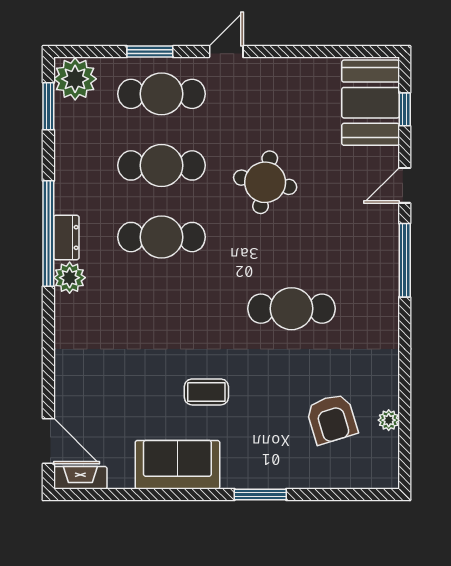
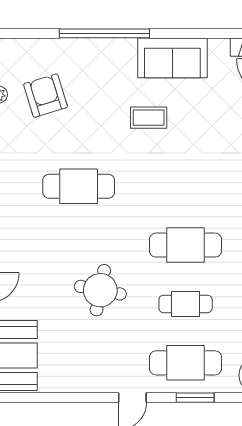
cafe table: (162, 165) -> (186, 304), width x0.73, depth x0.74
window: (260, 494) -> (104, 33), width x2.11

